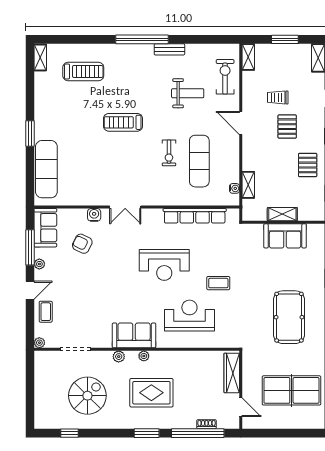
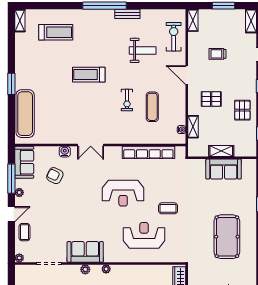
pallet: (287, 127) -> (211, 99), moved, turned 90
exercise mat: (199, 161) -> (152, 107), width x0.73, depth x0.69
sofa: (134, 335) -> (85, 252), moved

